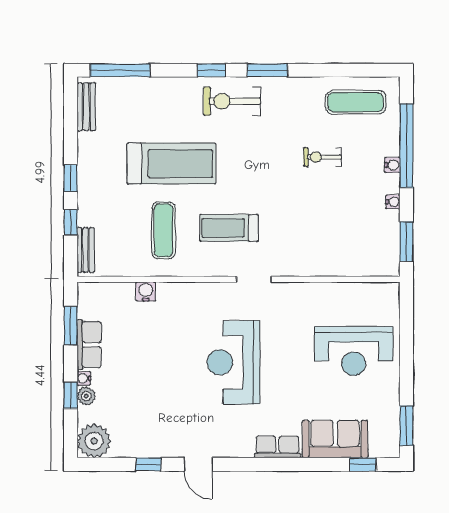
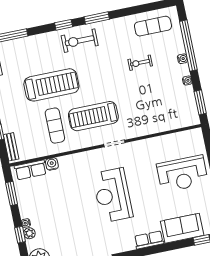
treadmill: (229, 228) -> (93, 116), width x1.37, depth x1.38
row of seats: (89, 345) -> (30, 170), moved, turned 90

